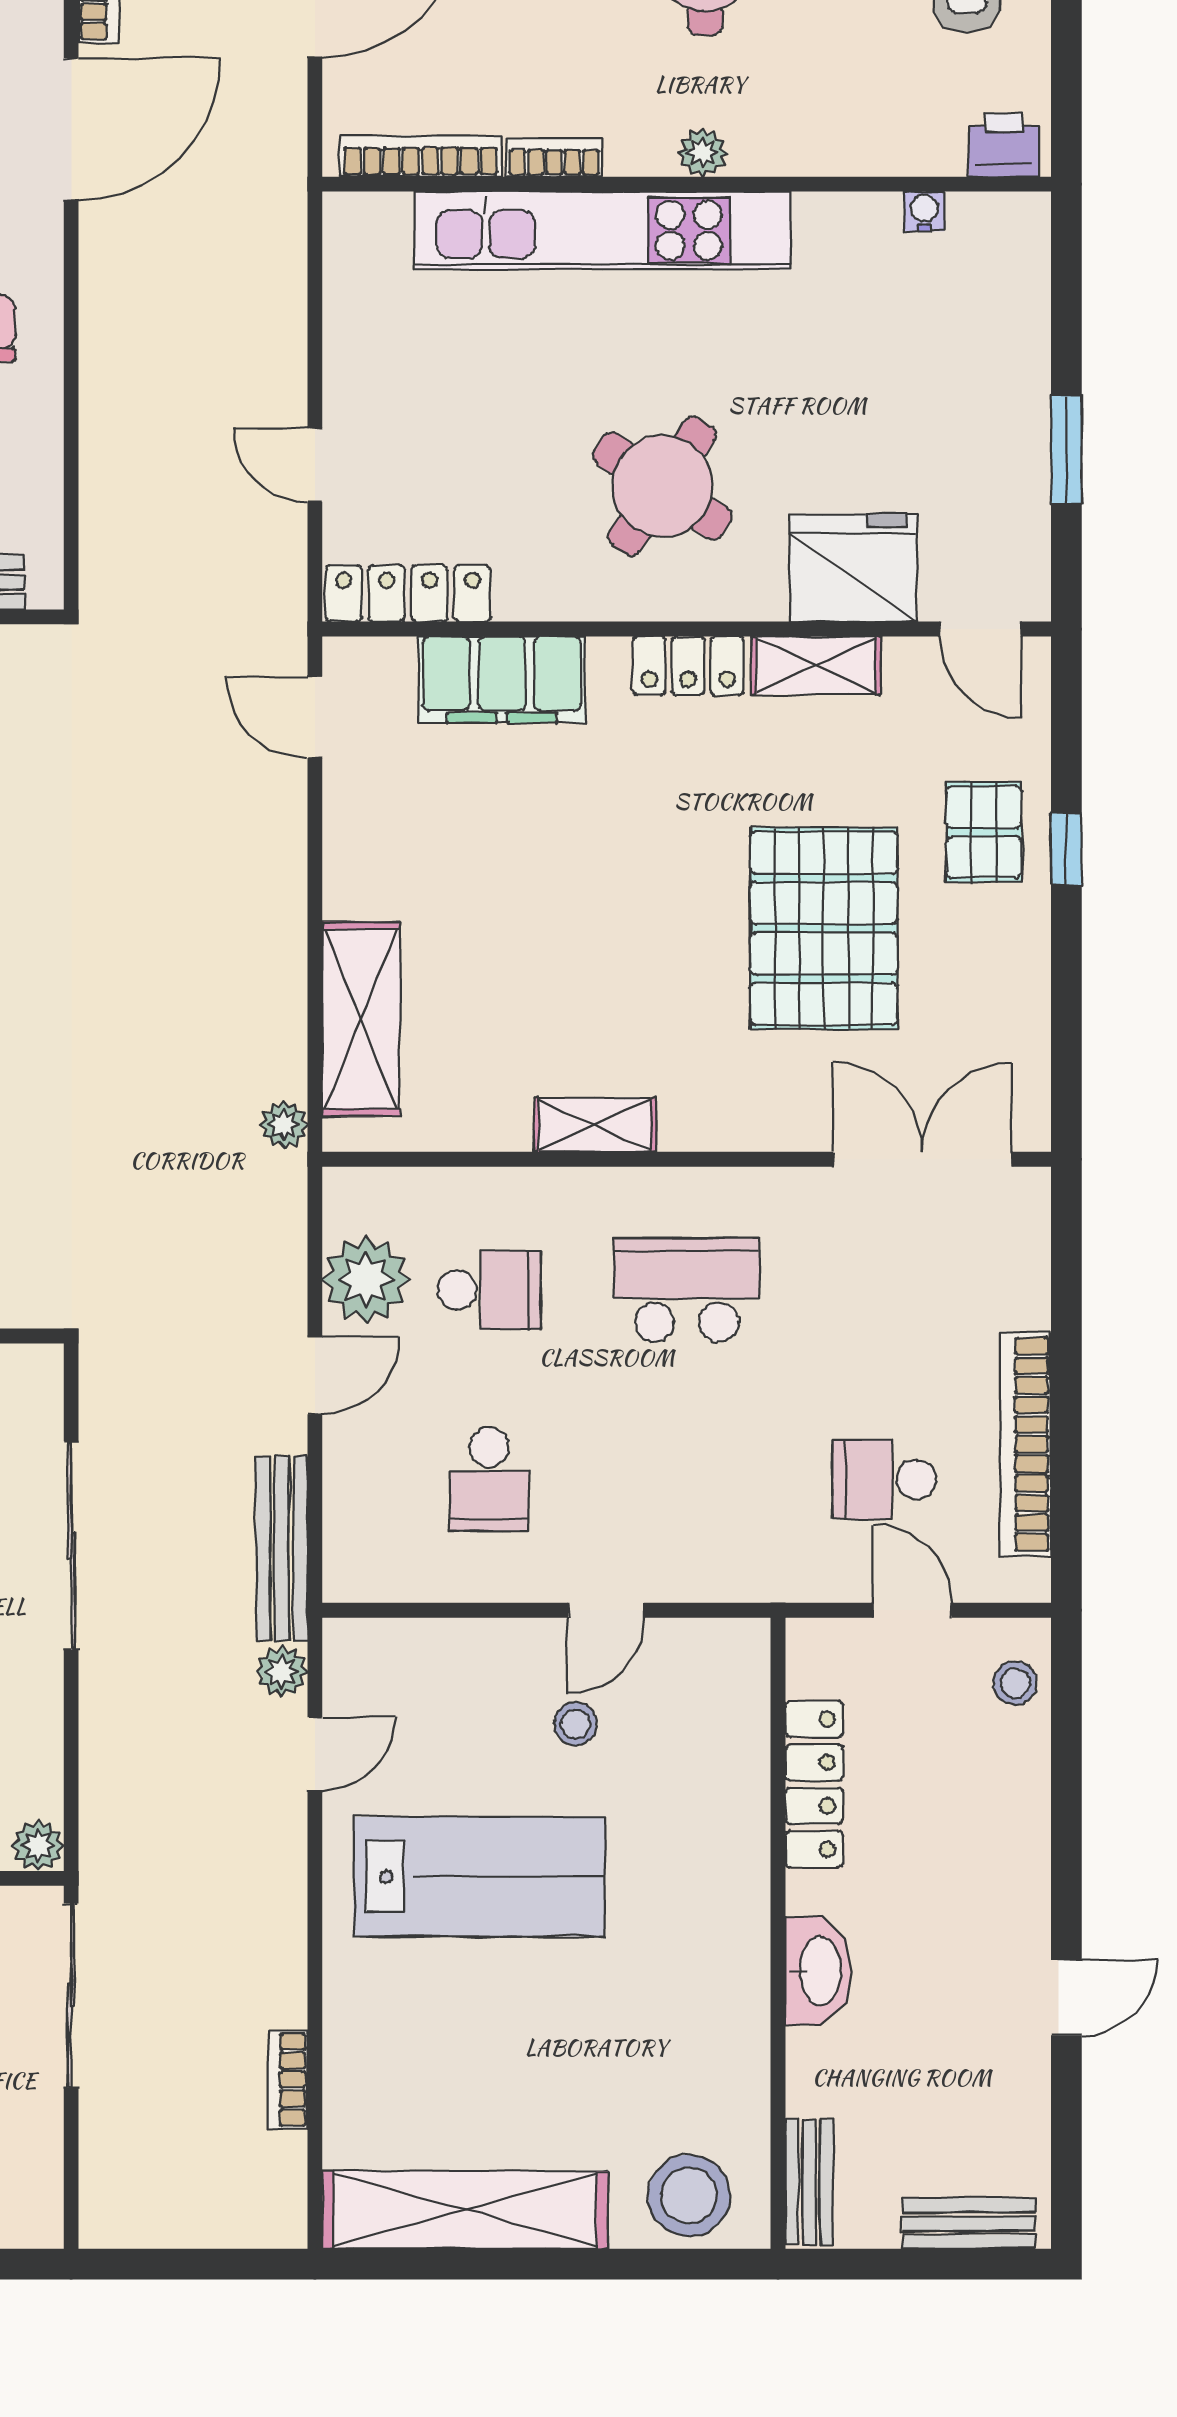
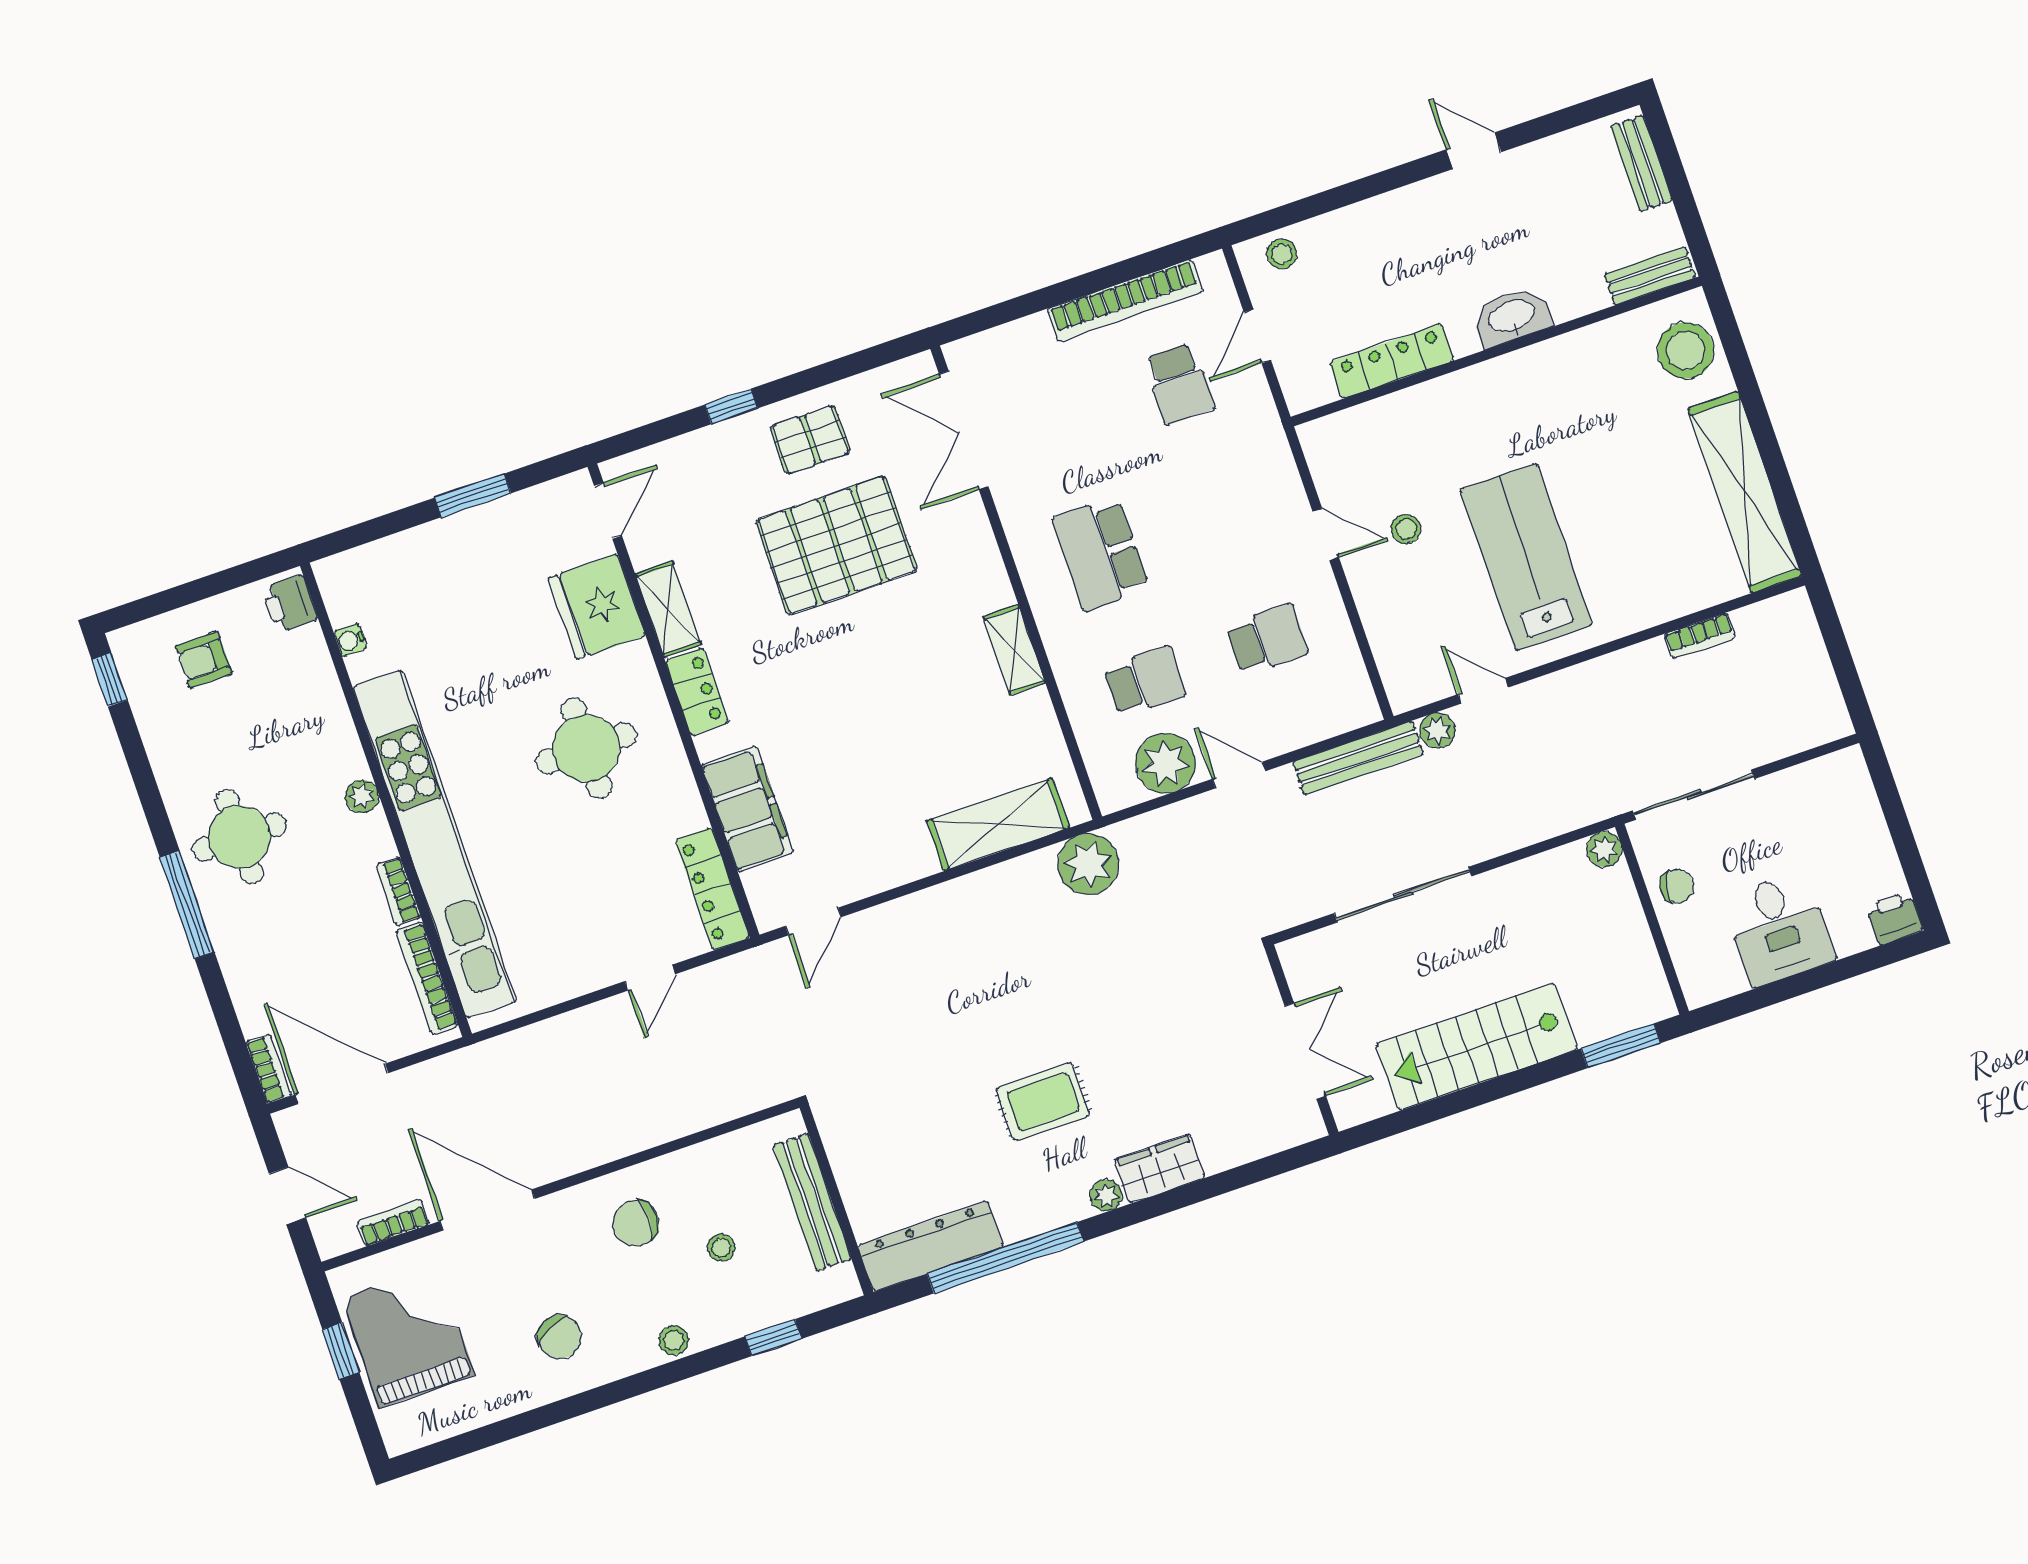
kitchen unit: (602, 230) -> (435, 844), width x1.36
round table: (662, 486) -> (586, 748), turned -34
pallet: (984, 832) -> (810, 440), moved
plant: (284, 1125) -> (1088, 864), width x1.87, depth x1.87
school desk: (489, 1290) -> (1145, 681), turned 90

